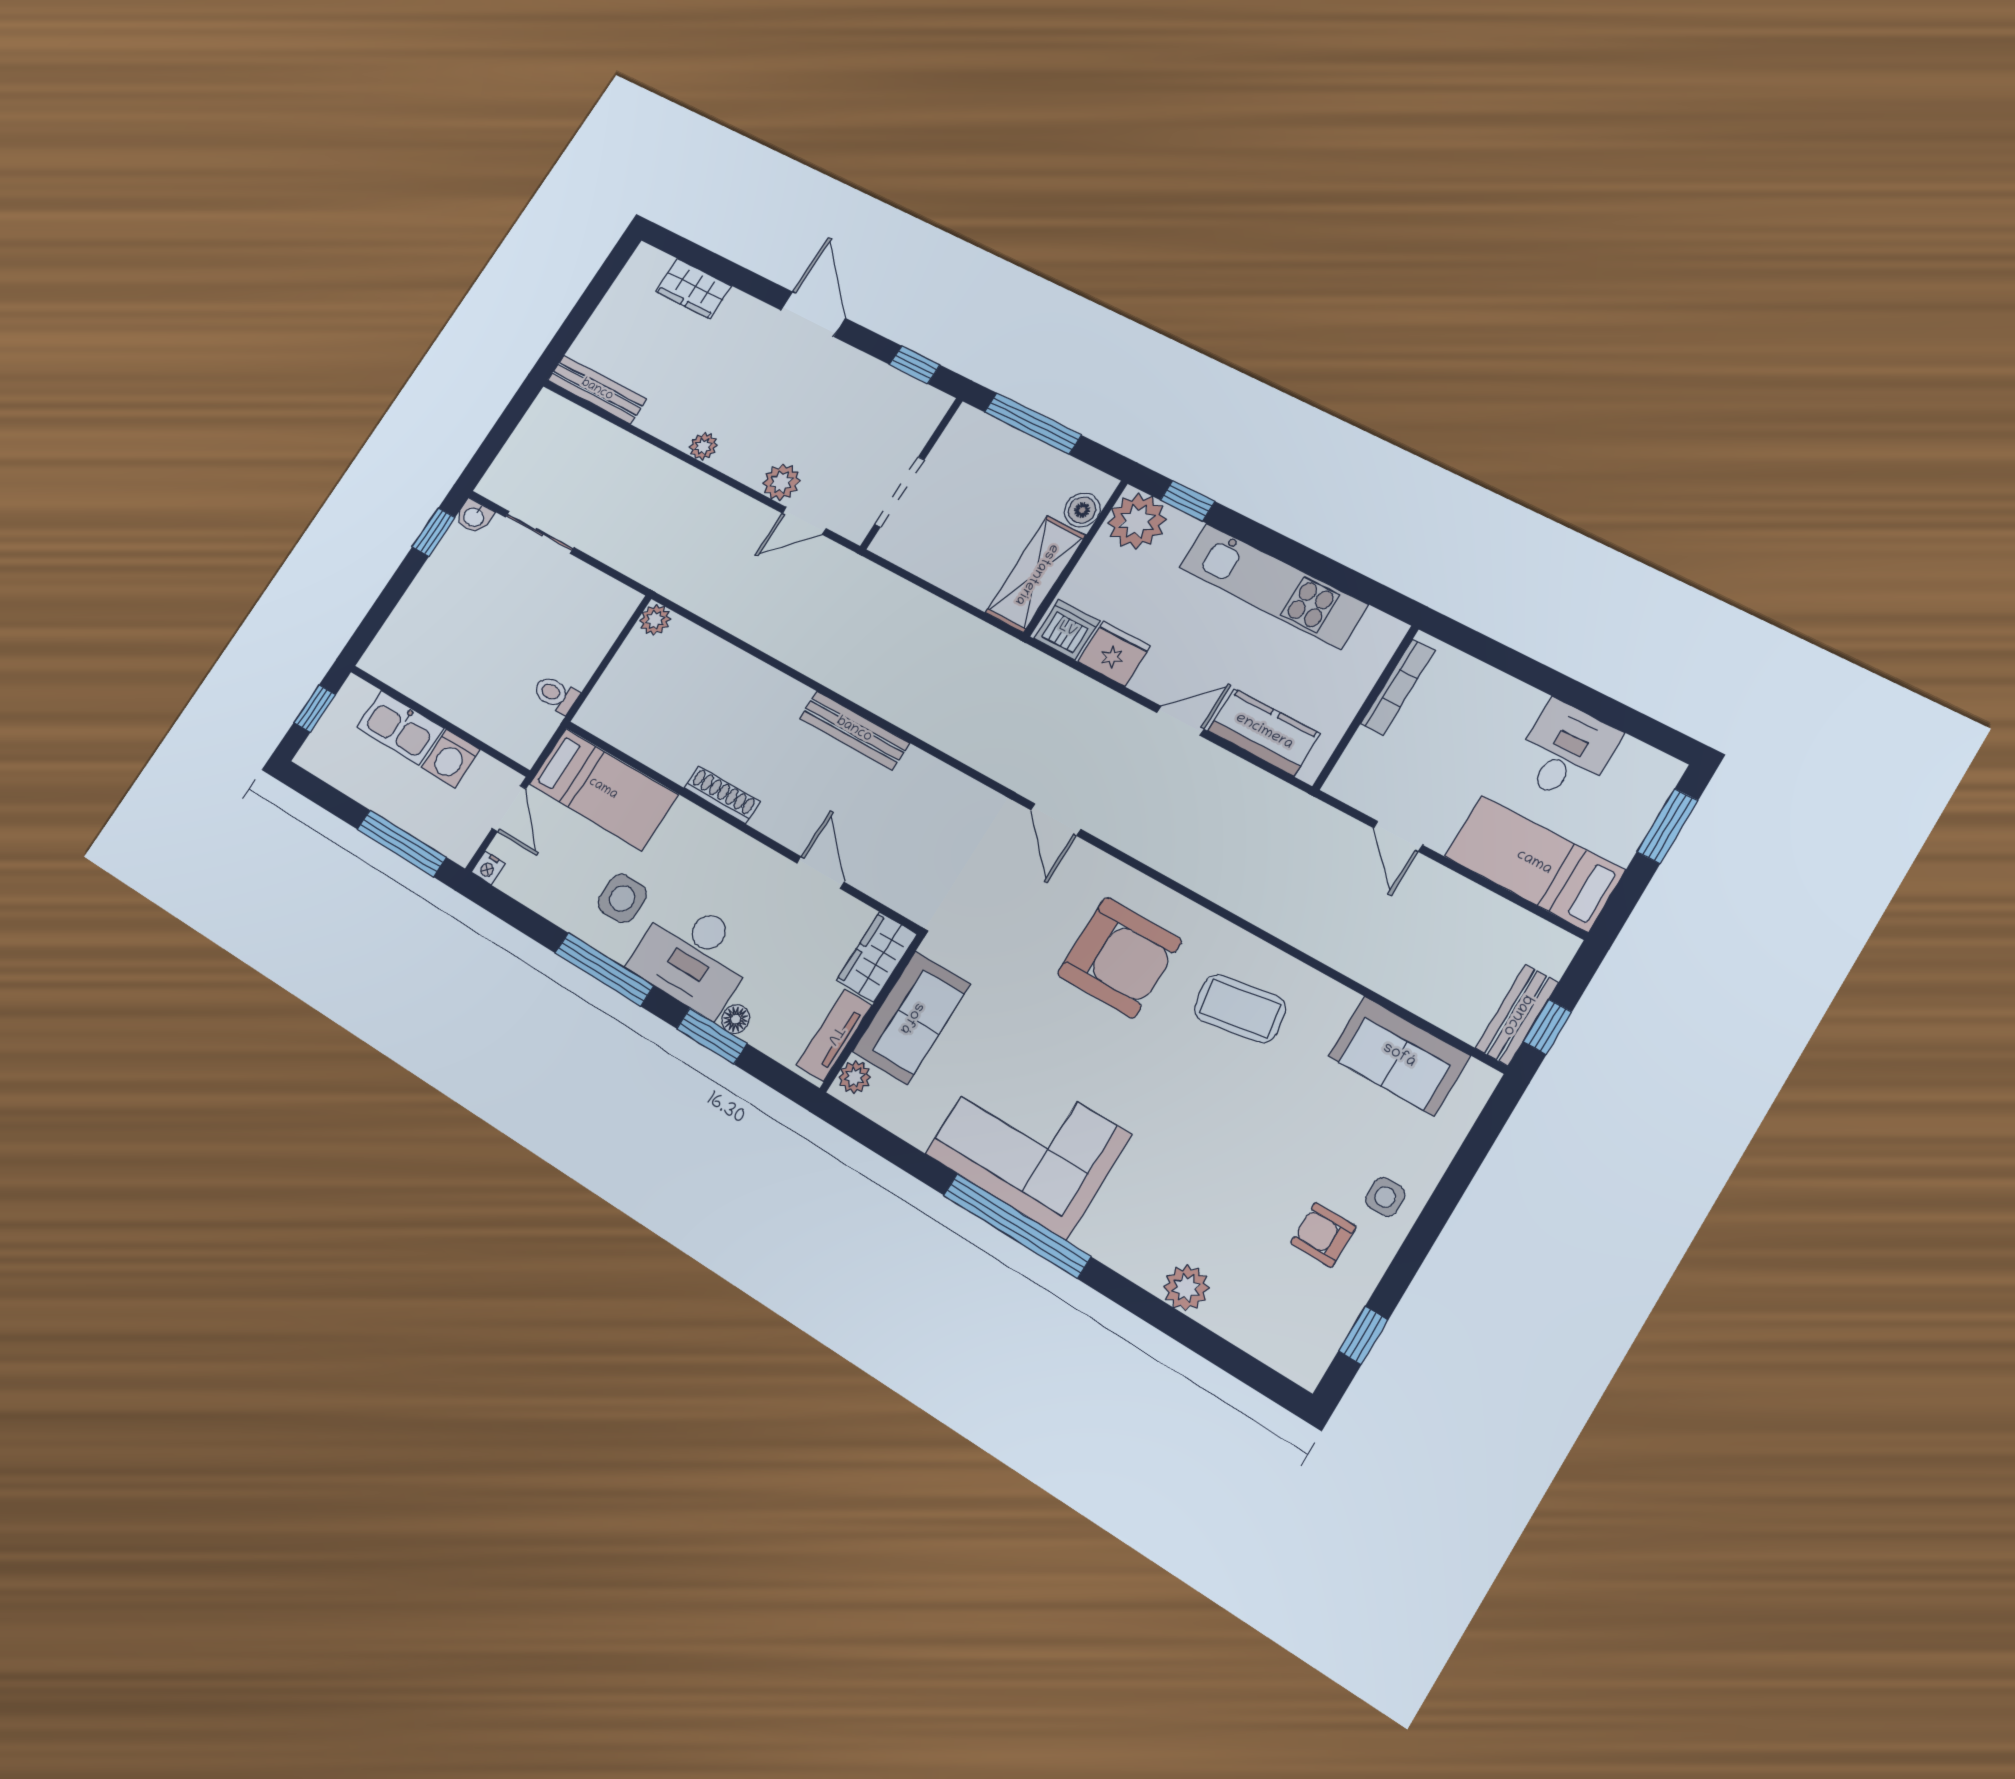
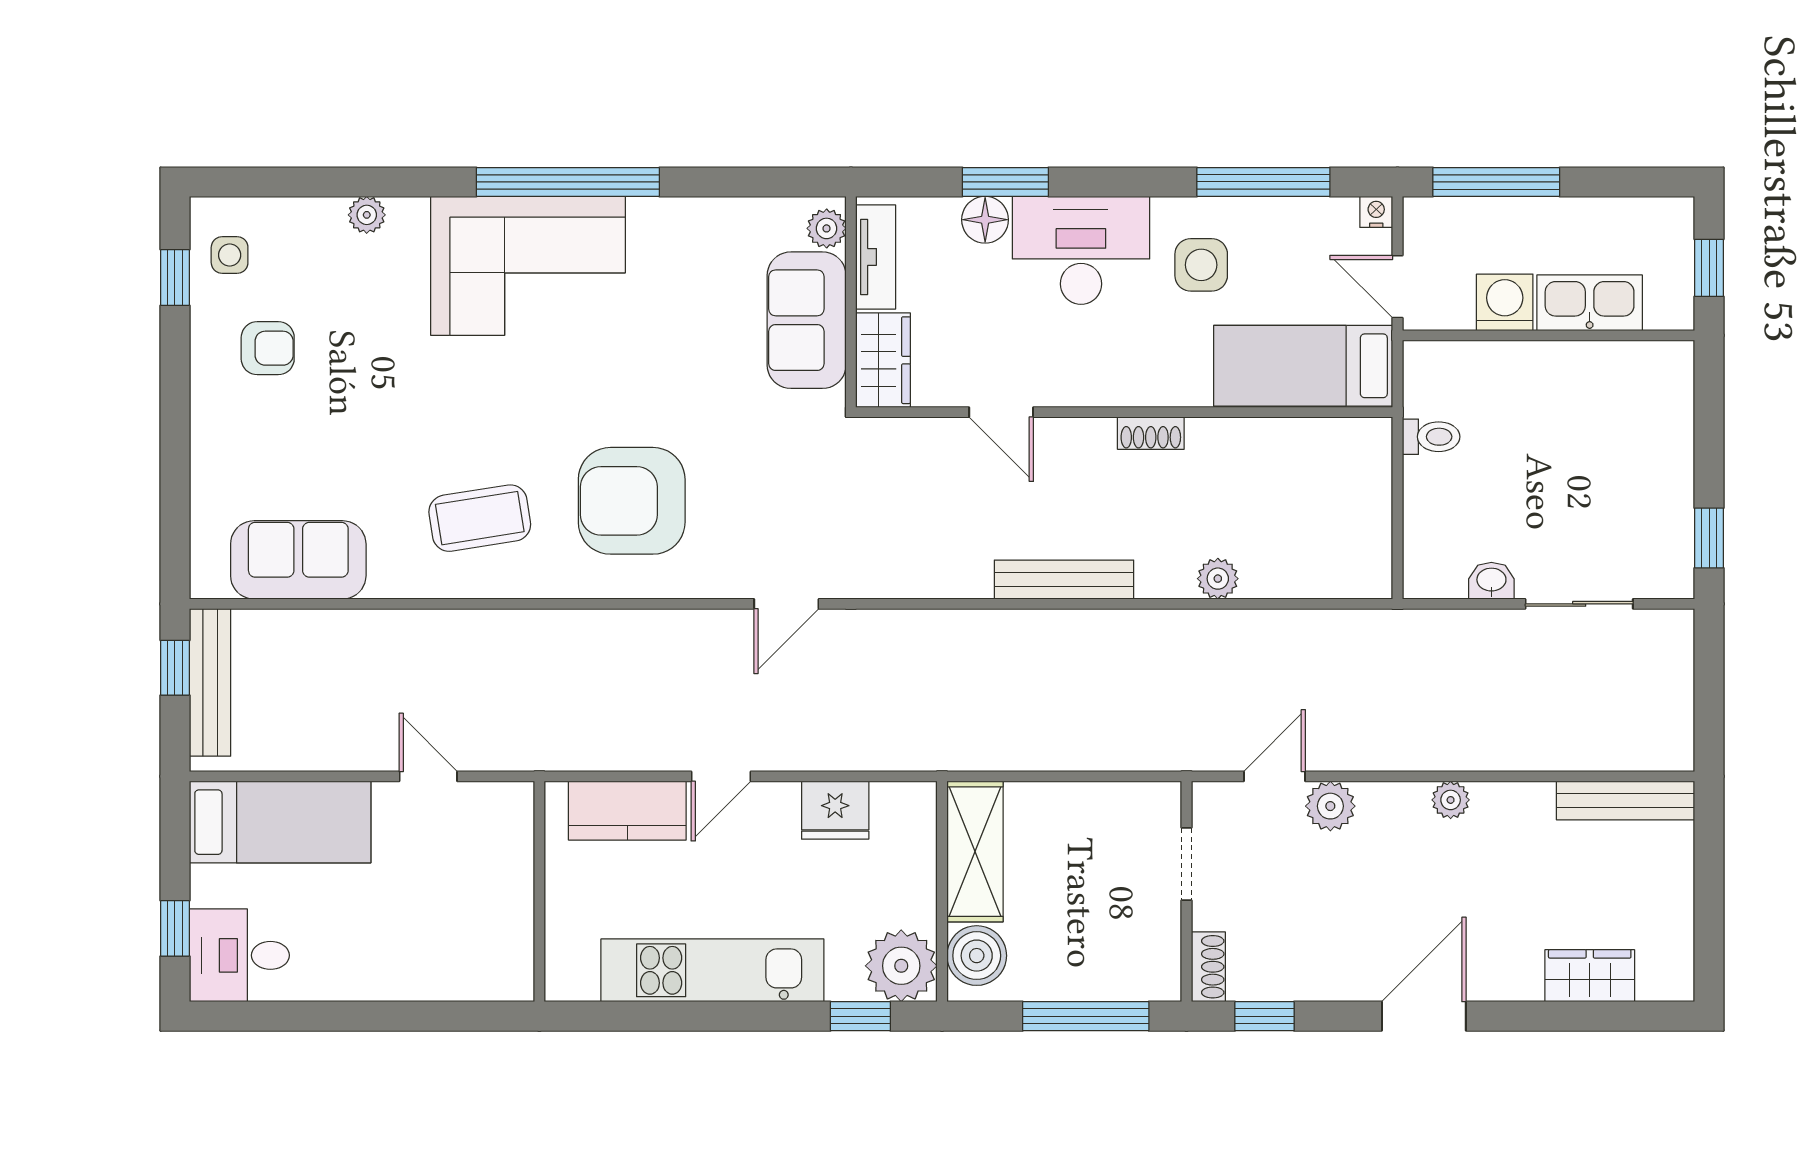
door: (813, 314) -> (1424, 1016), swing flipped
shoe rack: (930, 416) -> (1208, 967), added
doorway: (899, 492) -> (1187, 864), width x0.73
boiler: (1082, 510) -> (977, 956), width x1.36, depth x1.36
washbasin: (474, 517) -> (1491, 581), moved
plant: (655, 620) -> (1218, 579), moved
dishwasher: (1067, 630) -> (902, 809), removed
bookcase: (1398, 687) -> (520, 930), removed
desk: (1566, 752) -> (239, 955), moved, turned 90
shoe rack: (722, 795) -> (1151, 433), width x0.70
door: (1056, 820) -> (786, 604), swing flipped
window: (1667, 826) -> (175, 928), width x0.67
window: (604, 969) -> (1263, 182), moved
bench: (1517, 1015) -> (210, 682), width x1.36
floor lamp: (736, 1019) -> (985, 220), width x1.37, depth x1.37
corner sofa: (1028, 1144) -> (528, 266), moved
side table: (1385, 1197) -> (230, 255), moved
plant: (1186, 1288) -> (367, 215), width x0.73, depth x0.73

